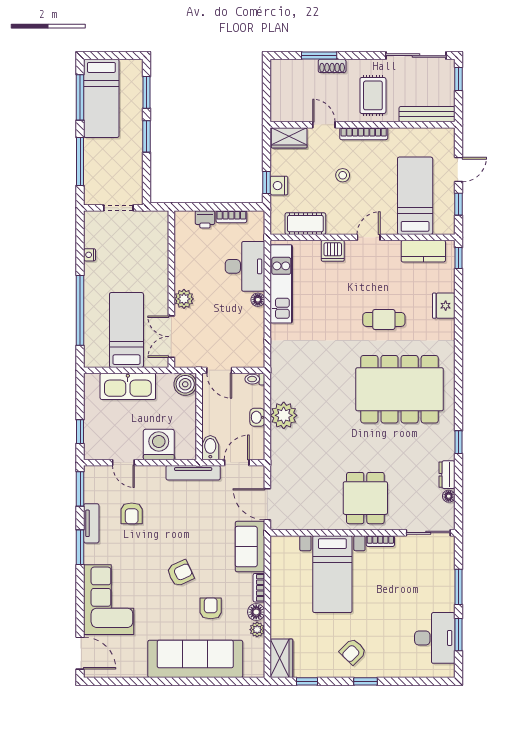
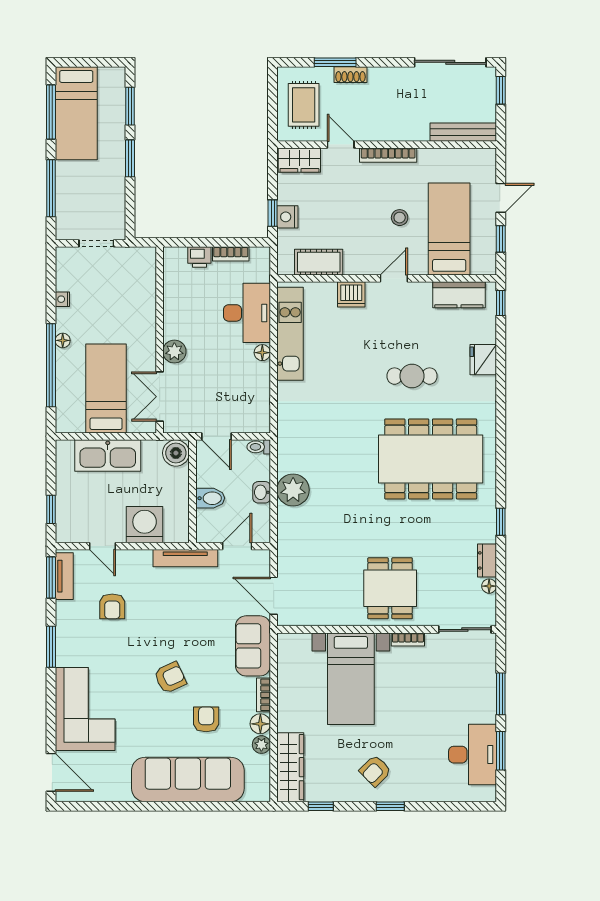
rug: (373, 95) -> (304, 105), moved
stool: (343, 175) -> (400, 218), moved
floor lamp: (90, 290) -> (63, 340), added
bidet: (210, 448) -> (210, 498), moved, turned 90
tv unit: (91, 523) -> (64, 576), moved
wardrobe: (281, 658) -> (290, 767), width x1.50

